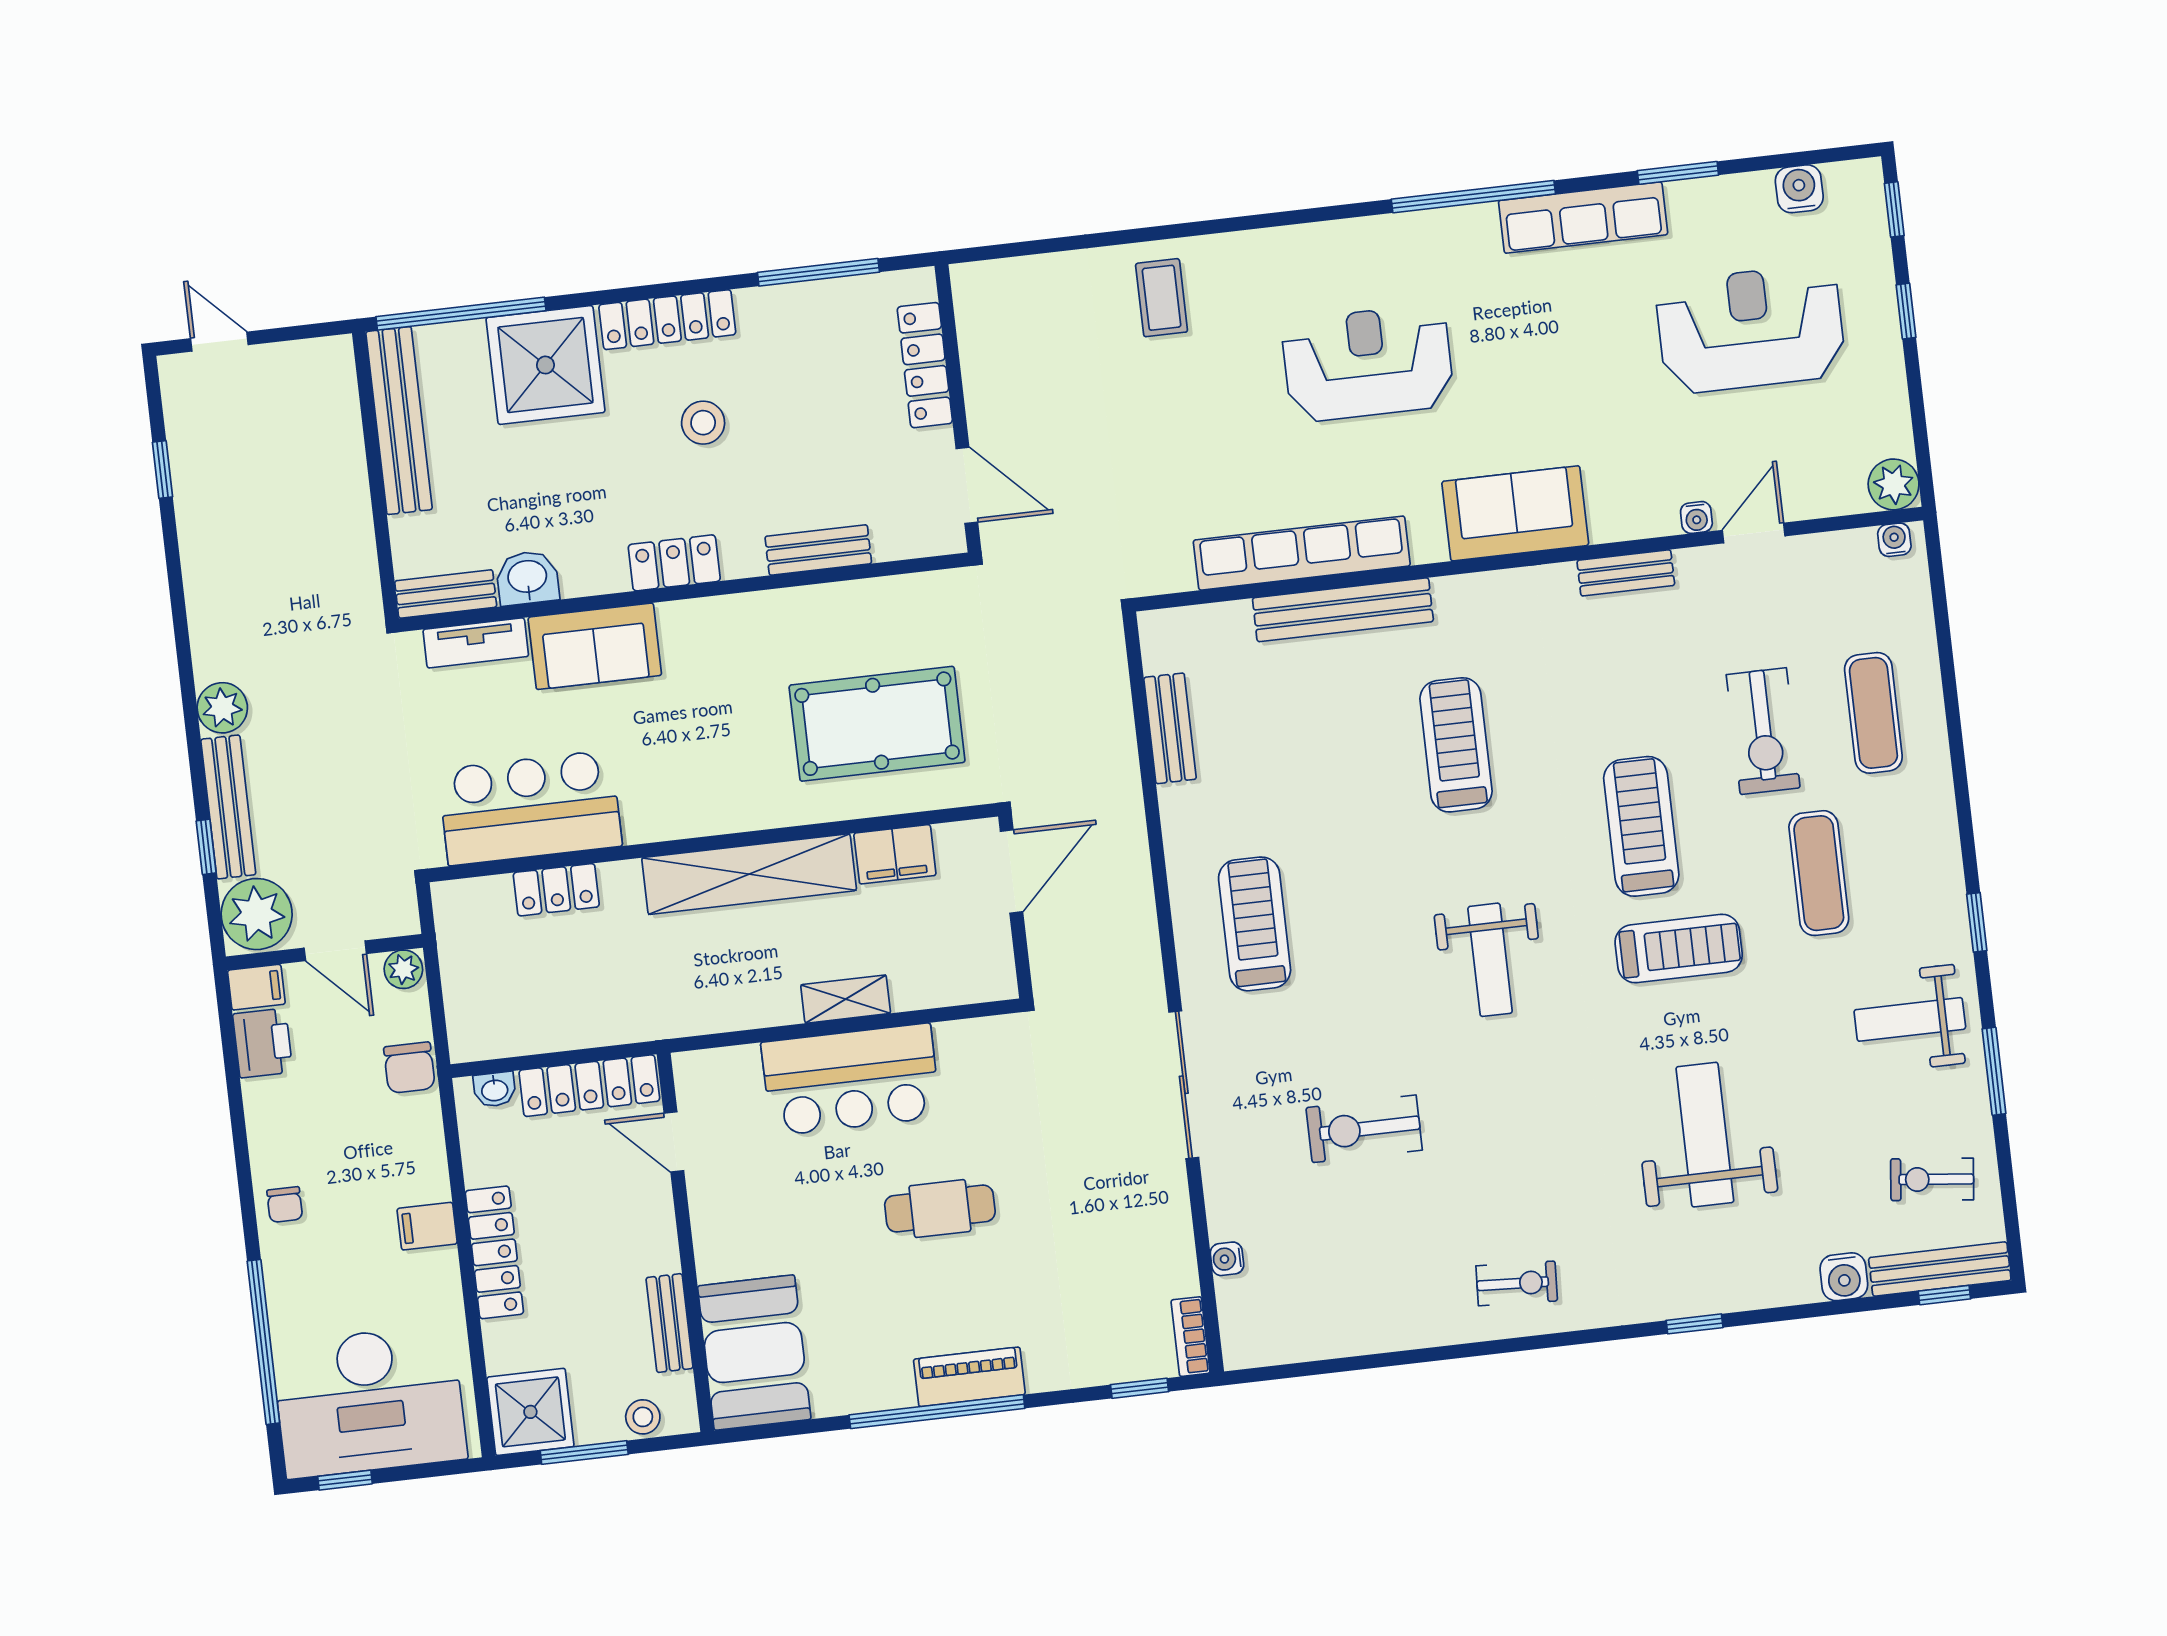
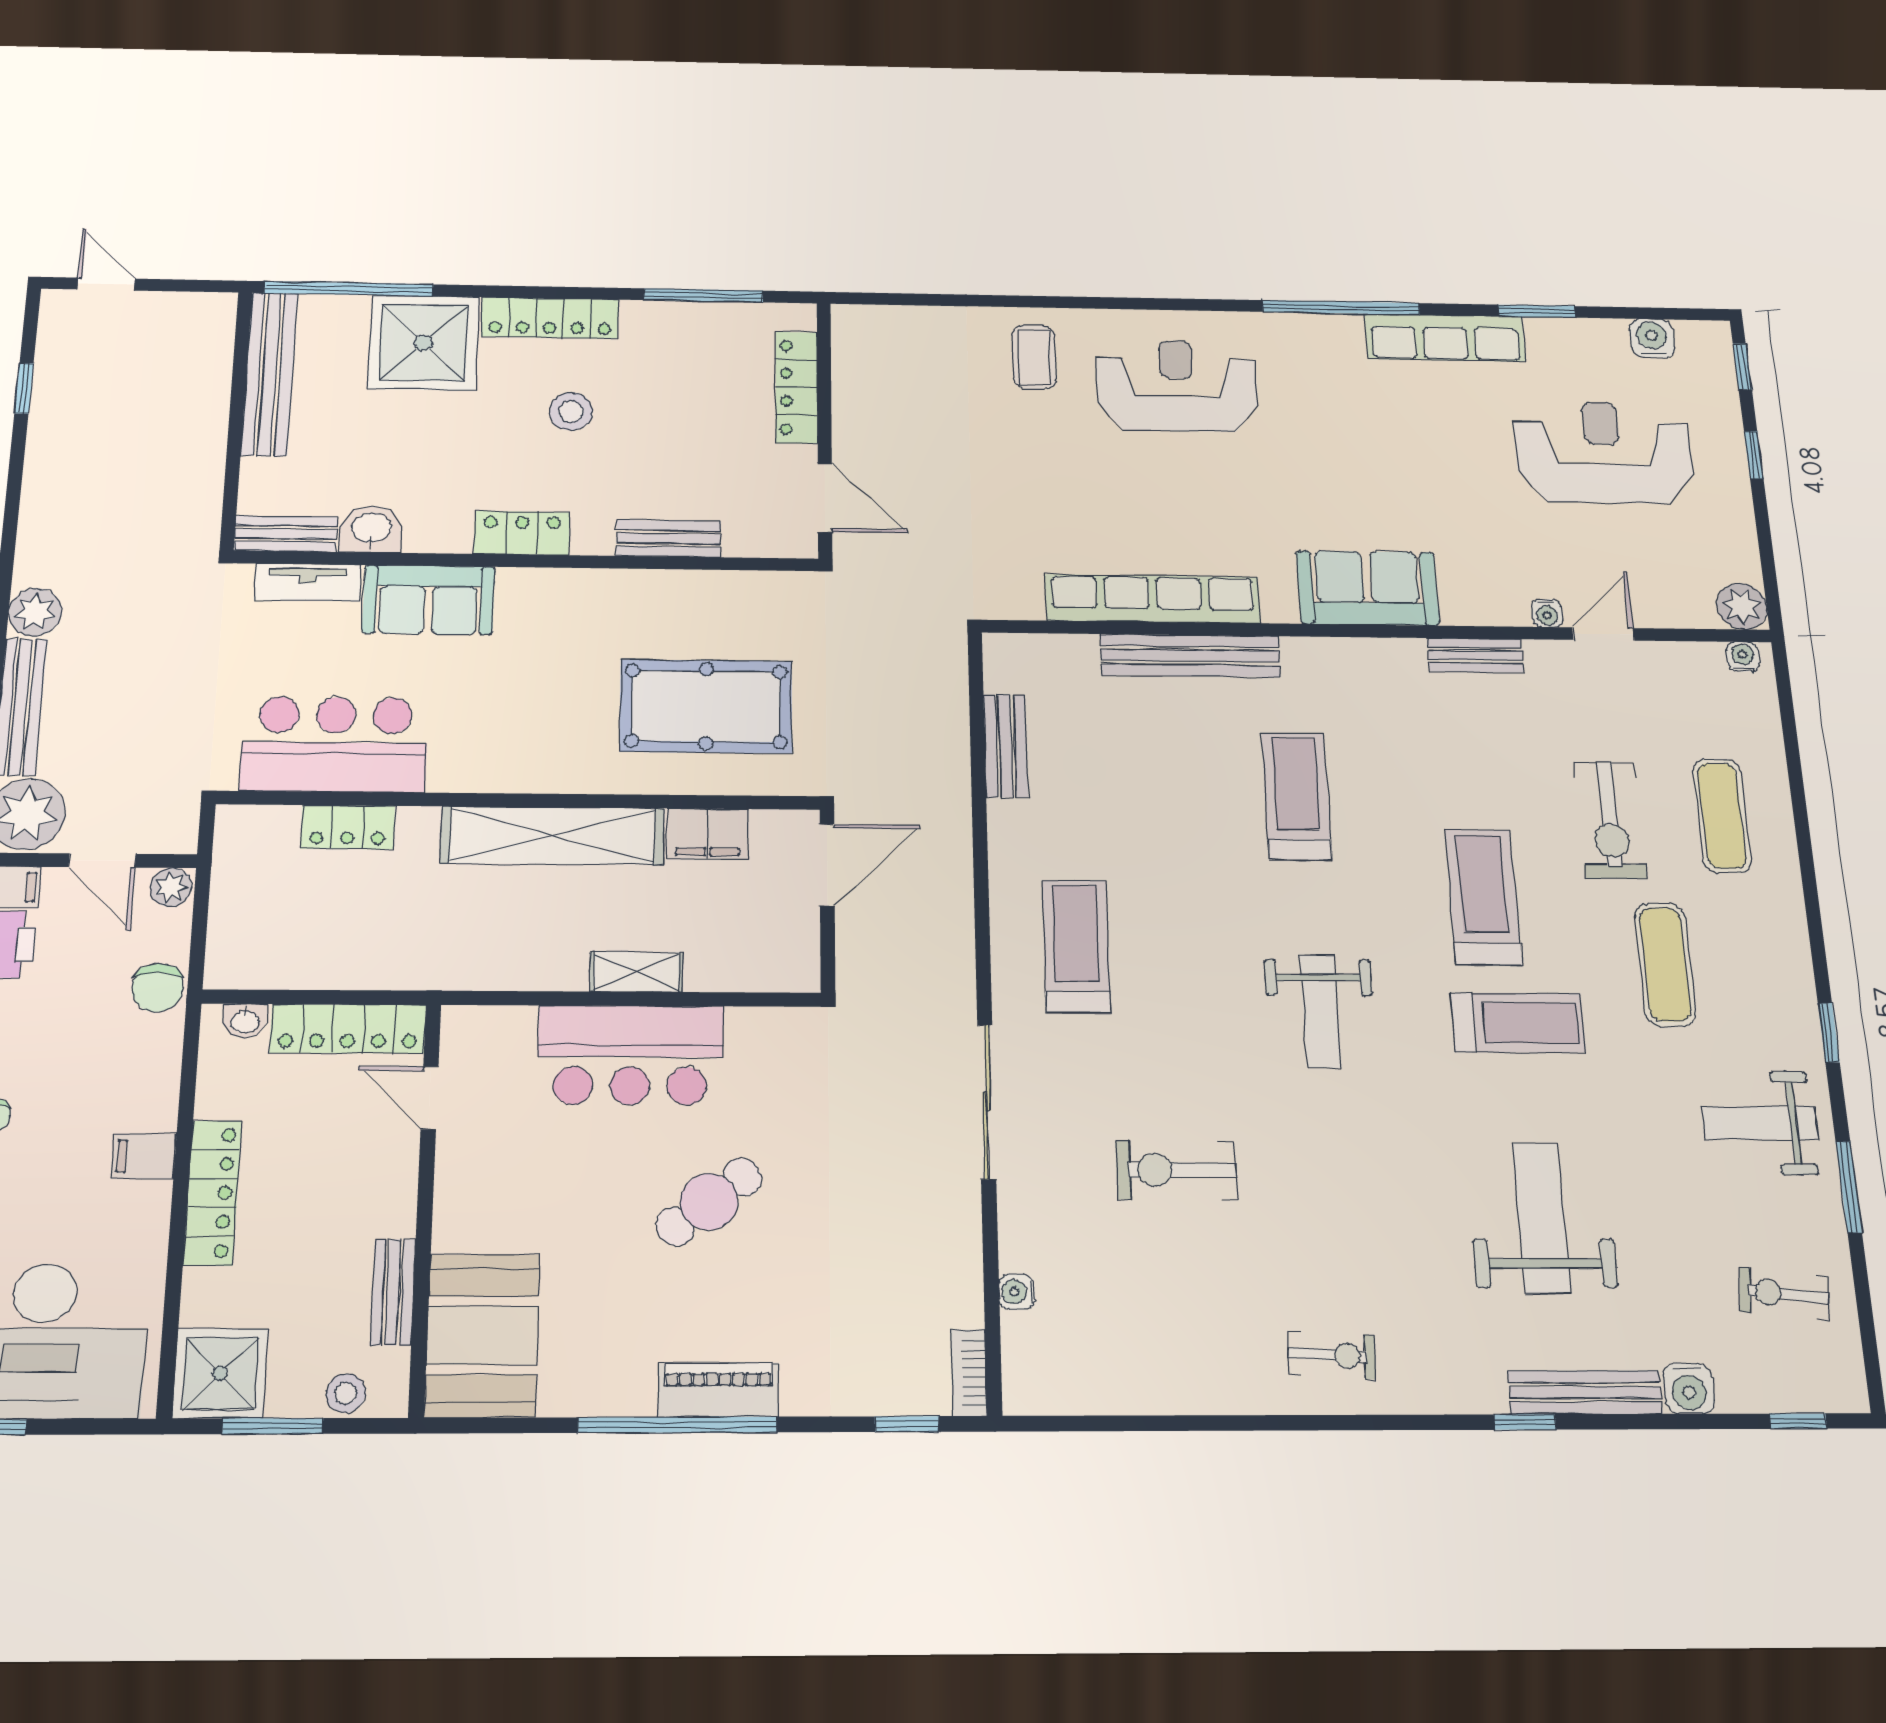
reception desk: (1368, 363) -> (1177, 386), moved
cafe table: (940, 1209) -> (709, 1202), turned -37
bench: (1940, 1269) -> (1585, 1392), moved

